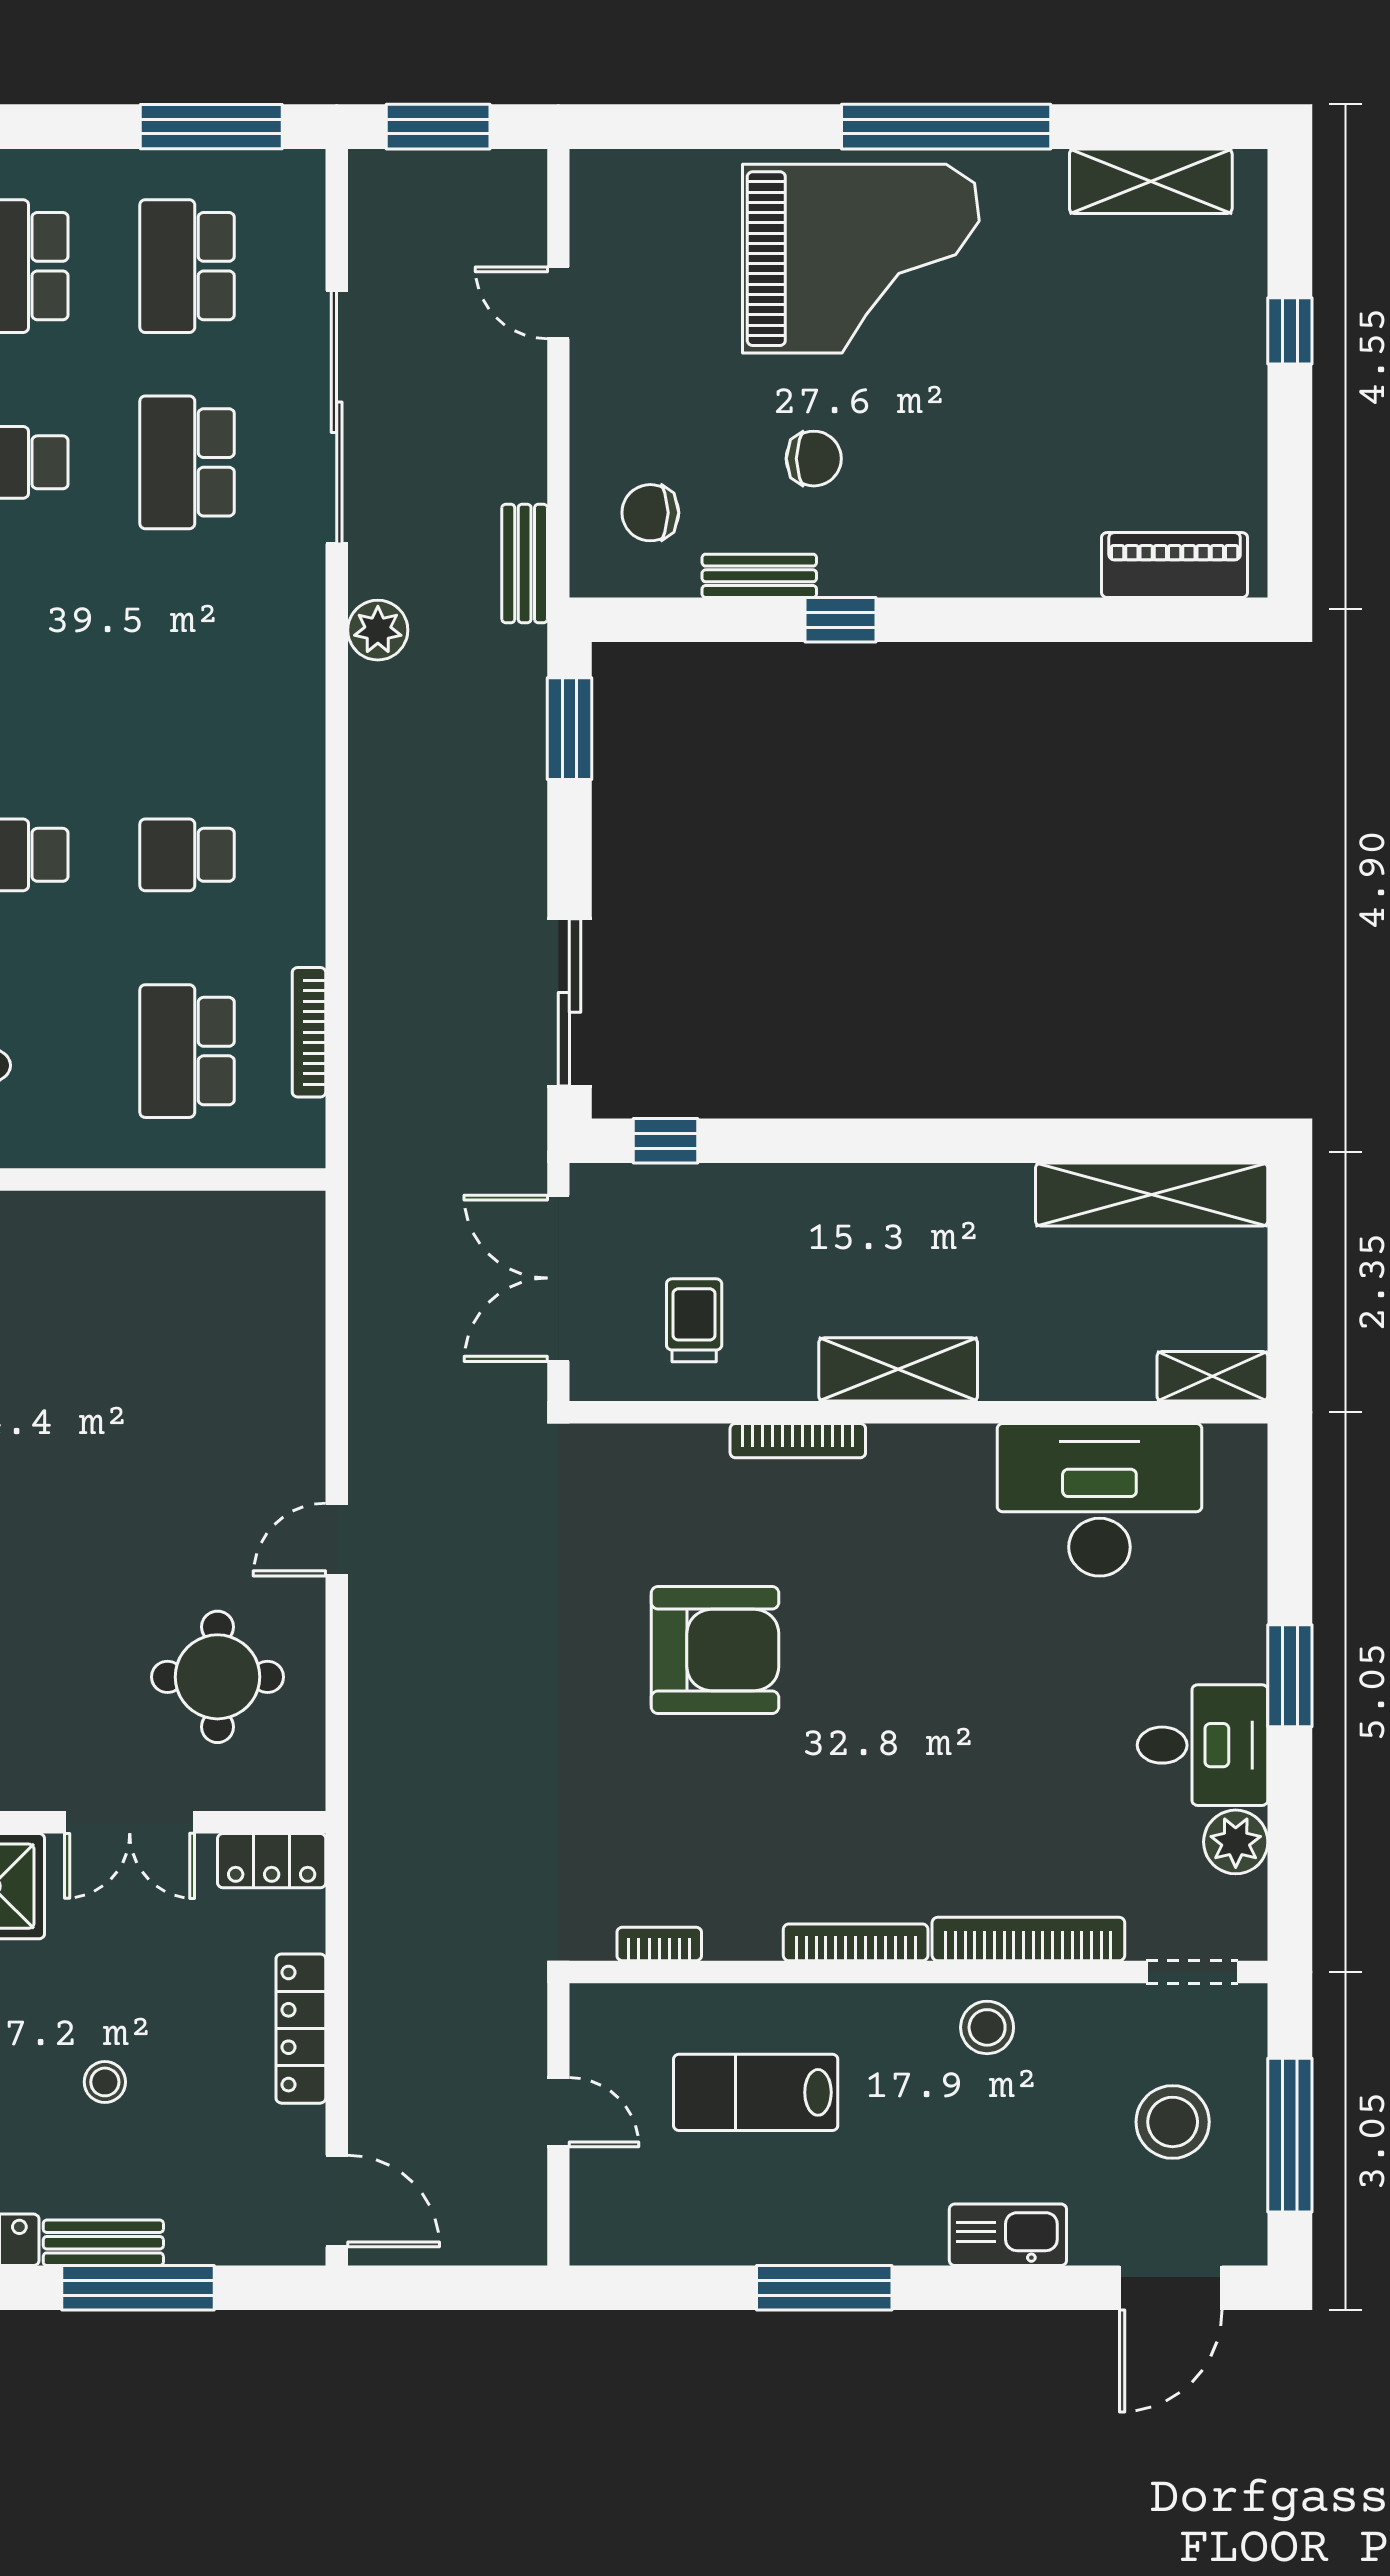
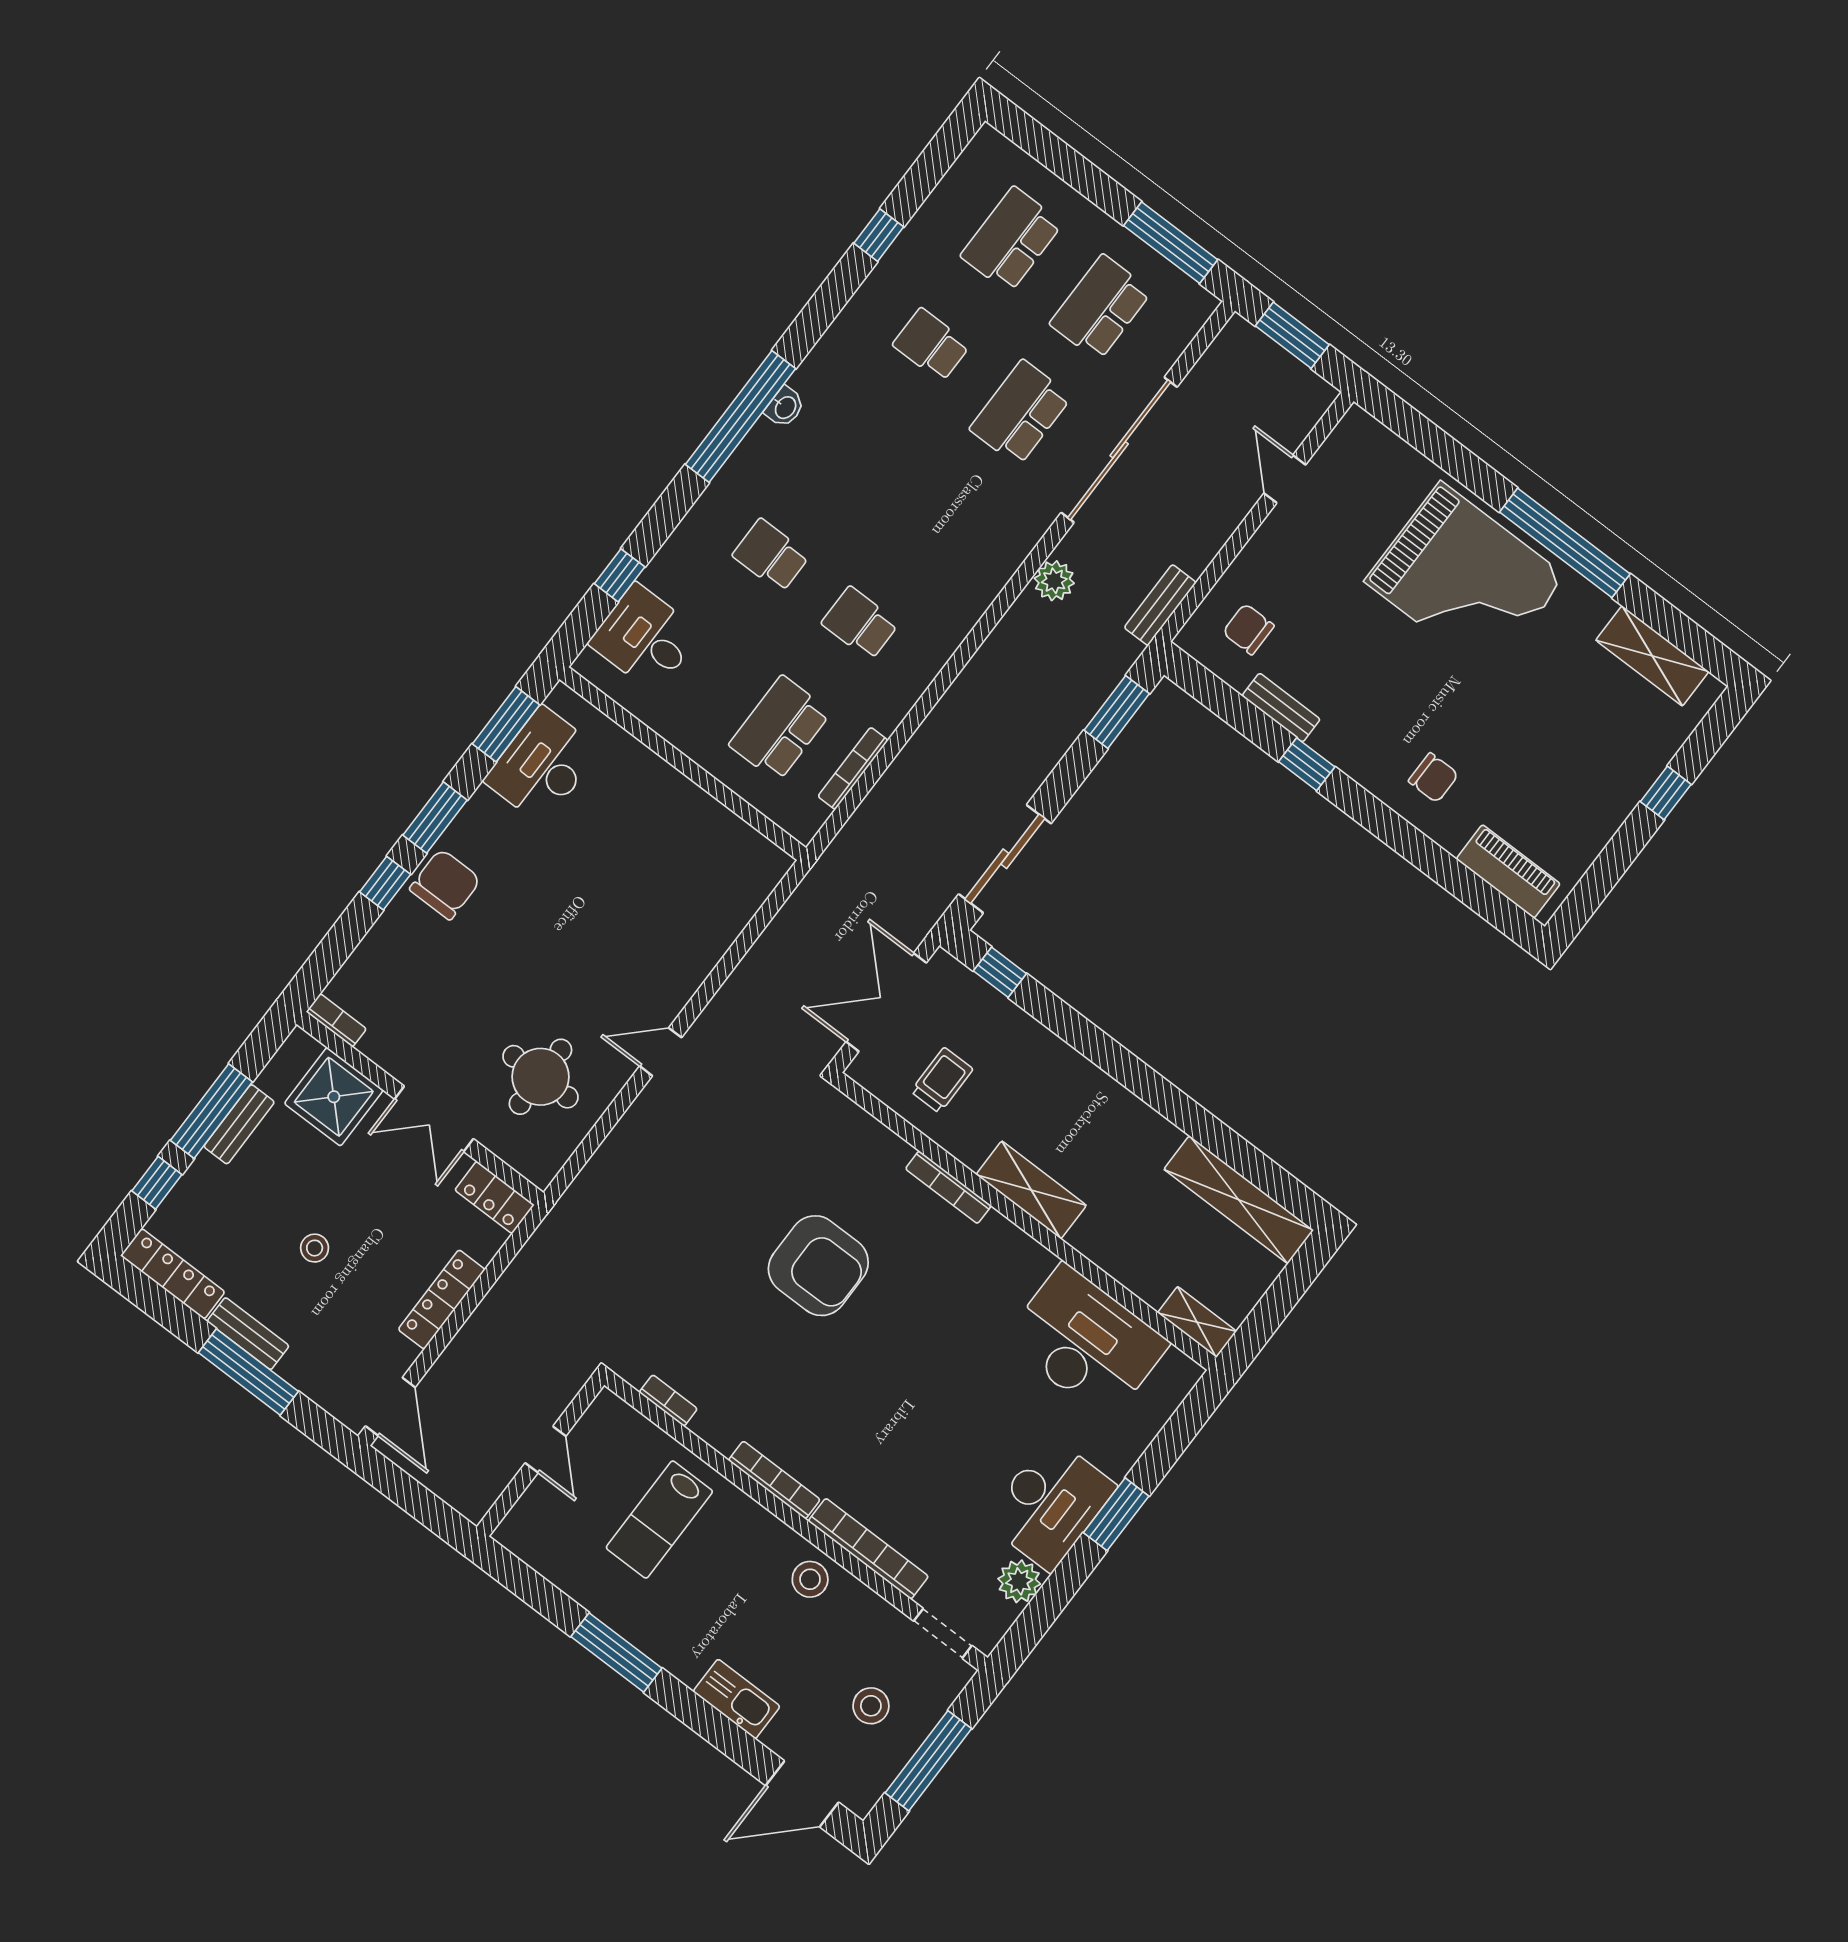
chair: (814, 459) -> (1433, 778), moved
desk: (1203, 1745) -> (1050, 1504), width x1.37
lab bench: (756, 2092) -> (659, 1520), turned -90
stool: (1173, 2122) -> (871, 1706), width x0.73, depth x0.73

